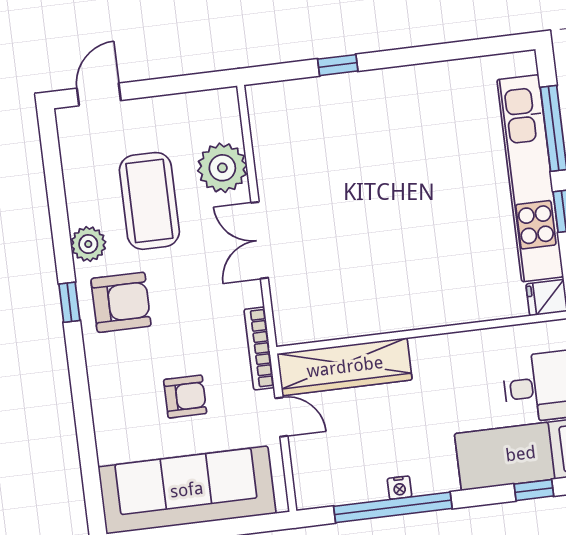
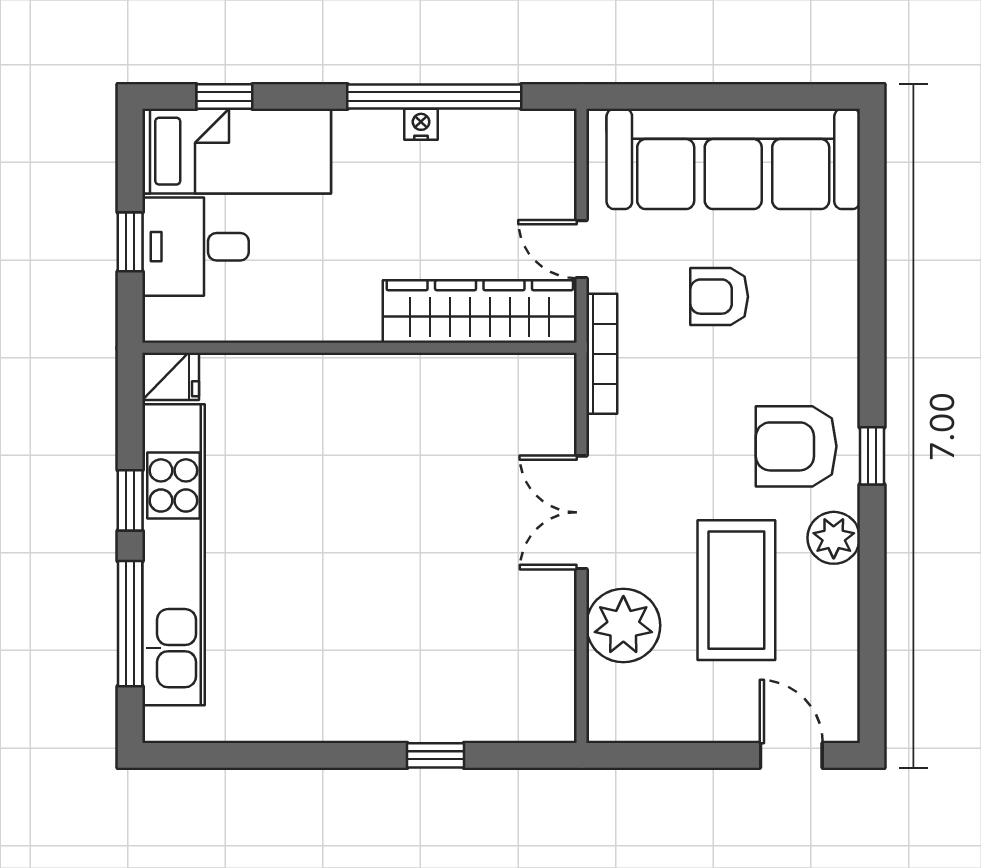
door: (99, 94) -> (791, 755), swing flipped
double door: (260, 240) -> (582, 512), swing flipped

